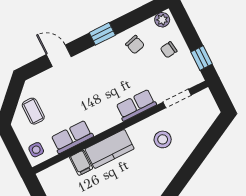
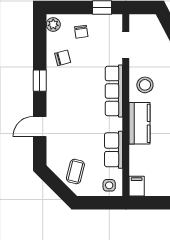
row of seats: (136, 105) -> (114, 91), width x1.48
coffee table: (33, 111) -> (75, 172), turned -76
stool: (163, 139) -> (145, 85), moved
filing cabinet: (81, 163) -> (137, 186), moved, turned -90

